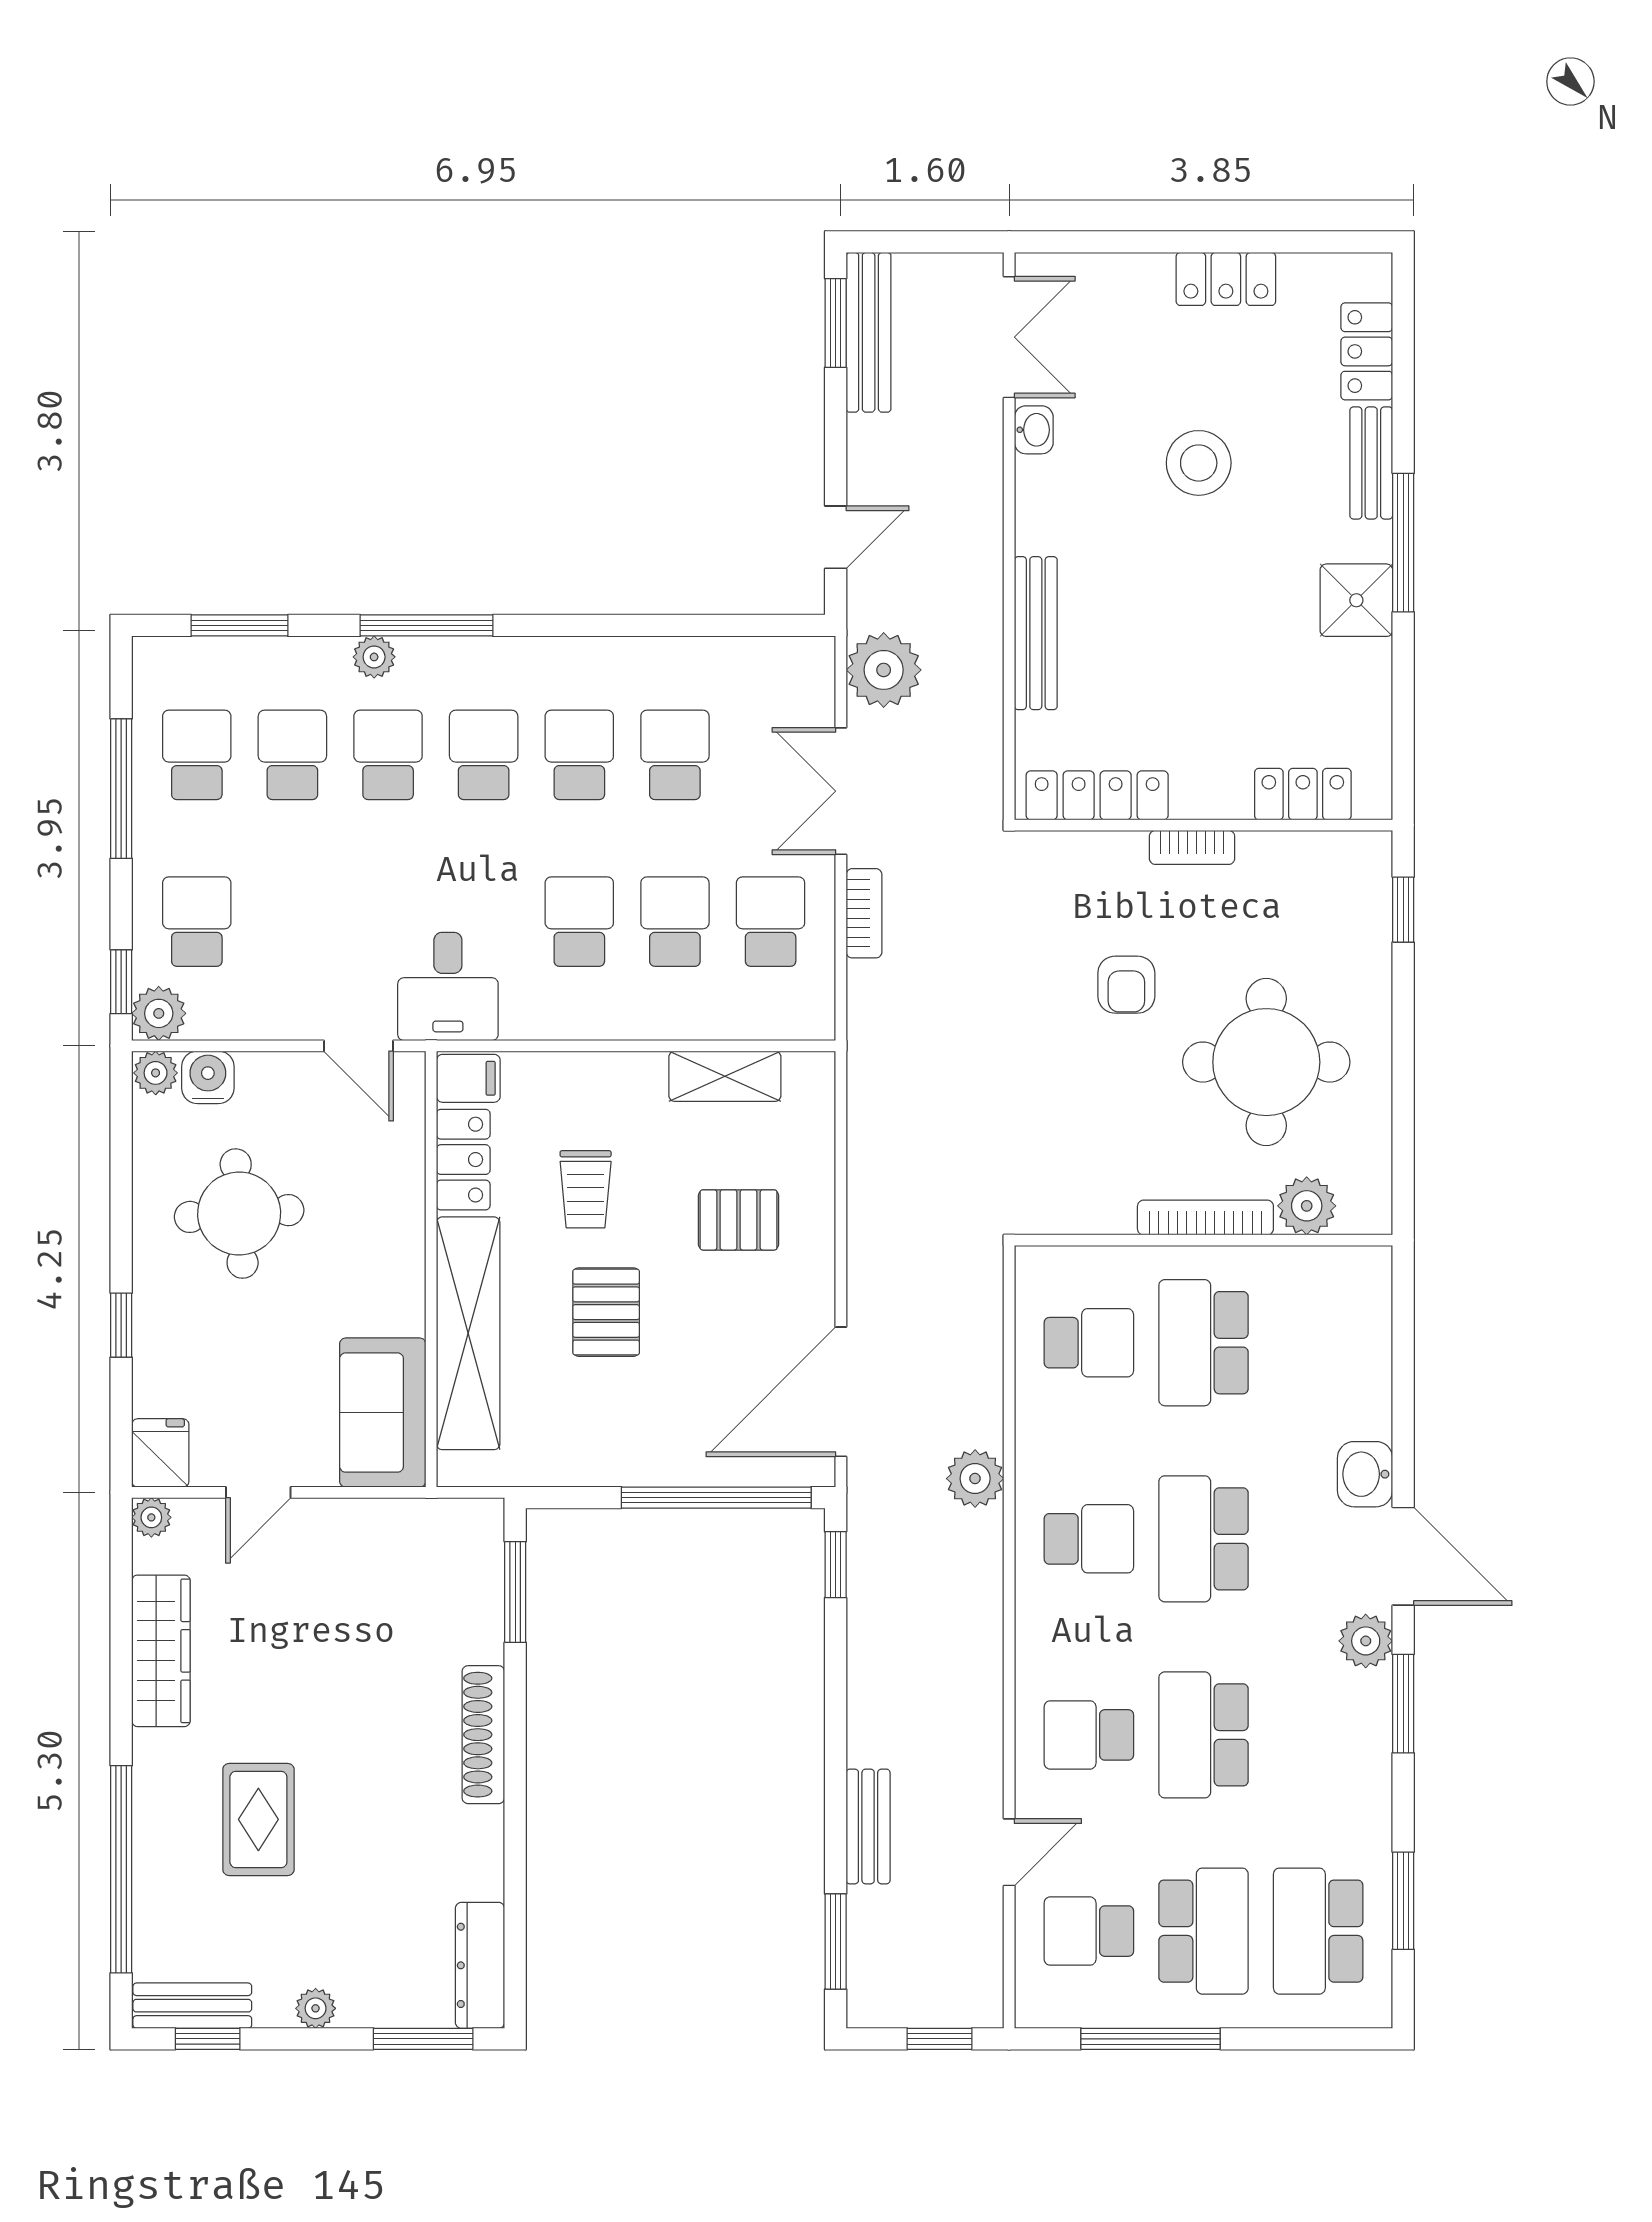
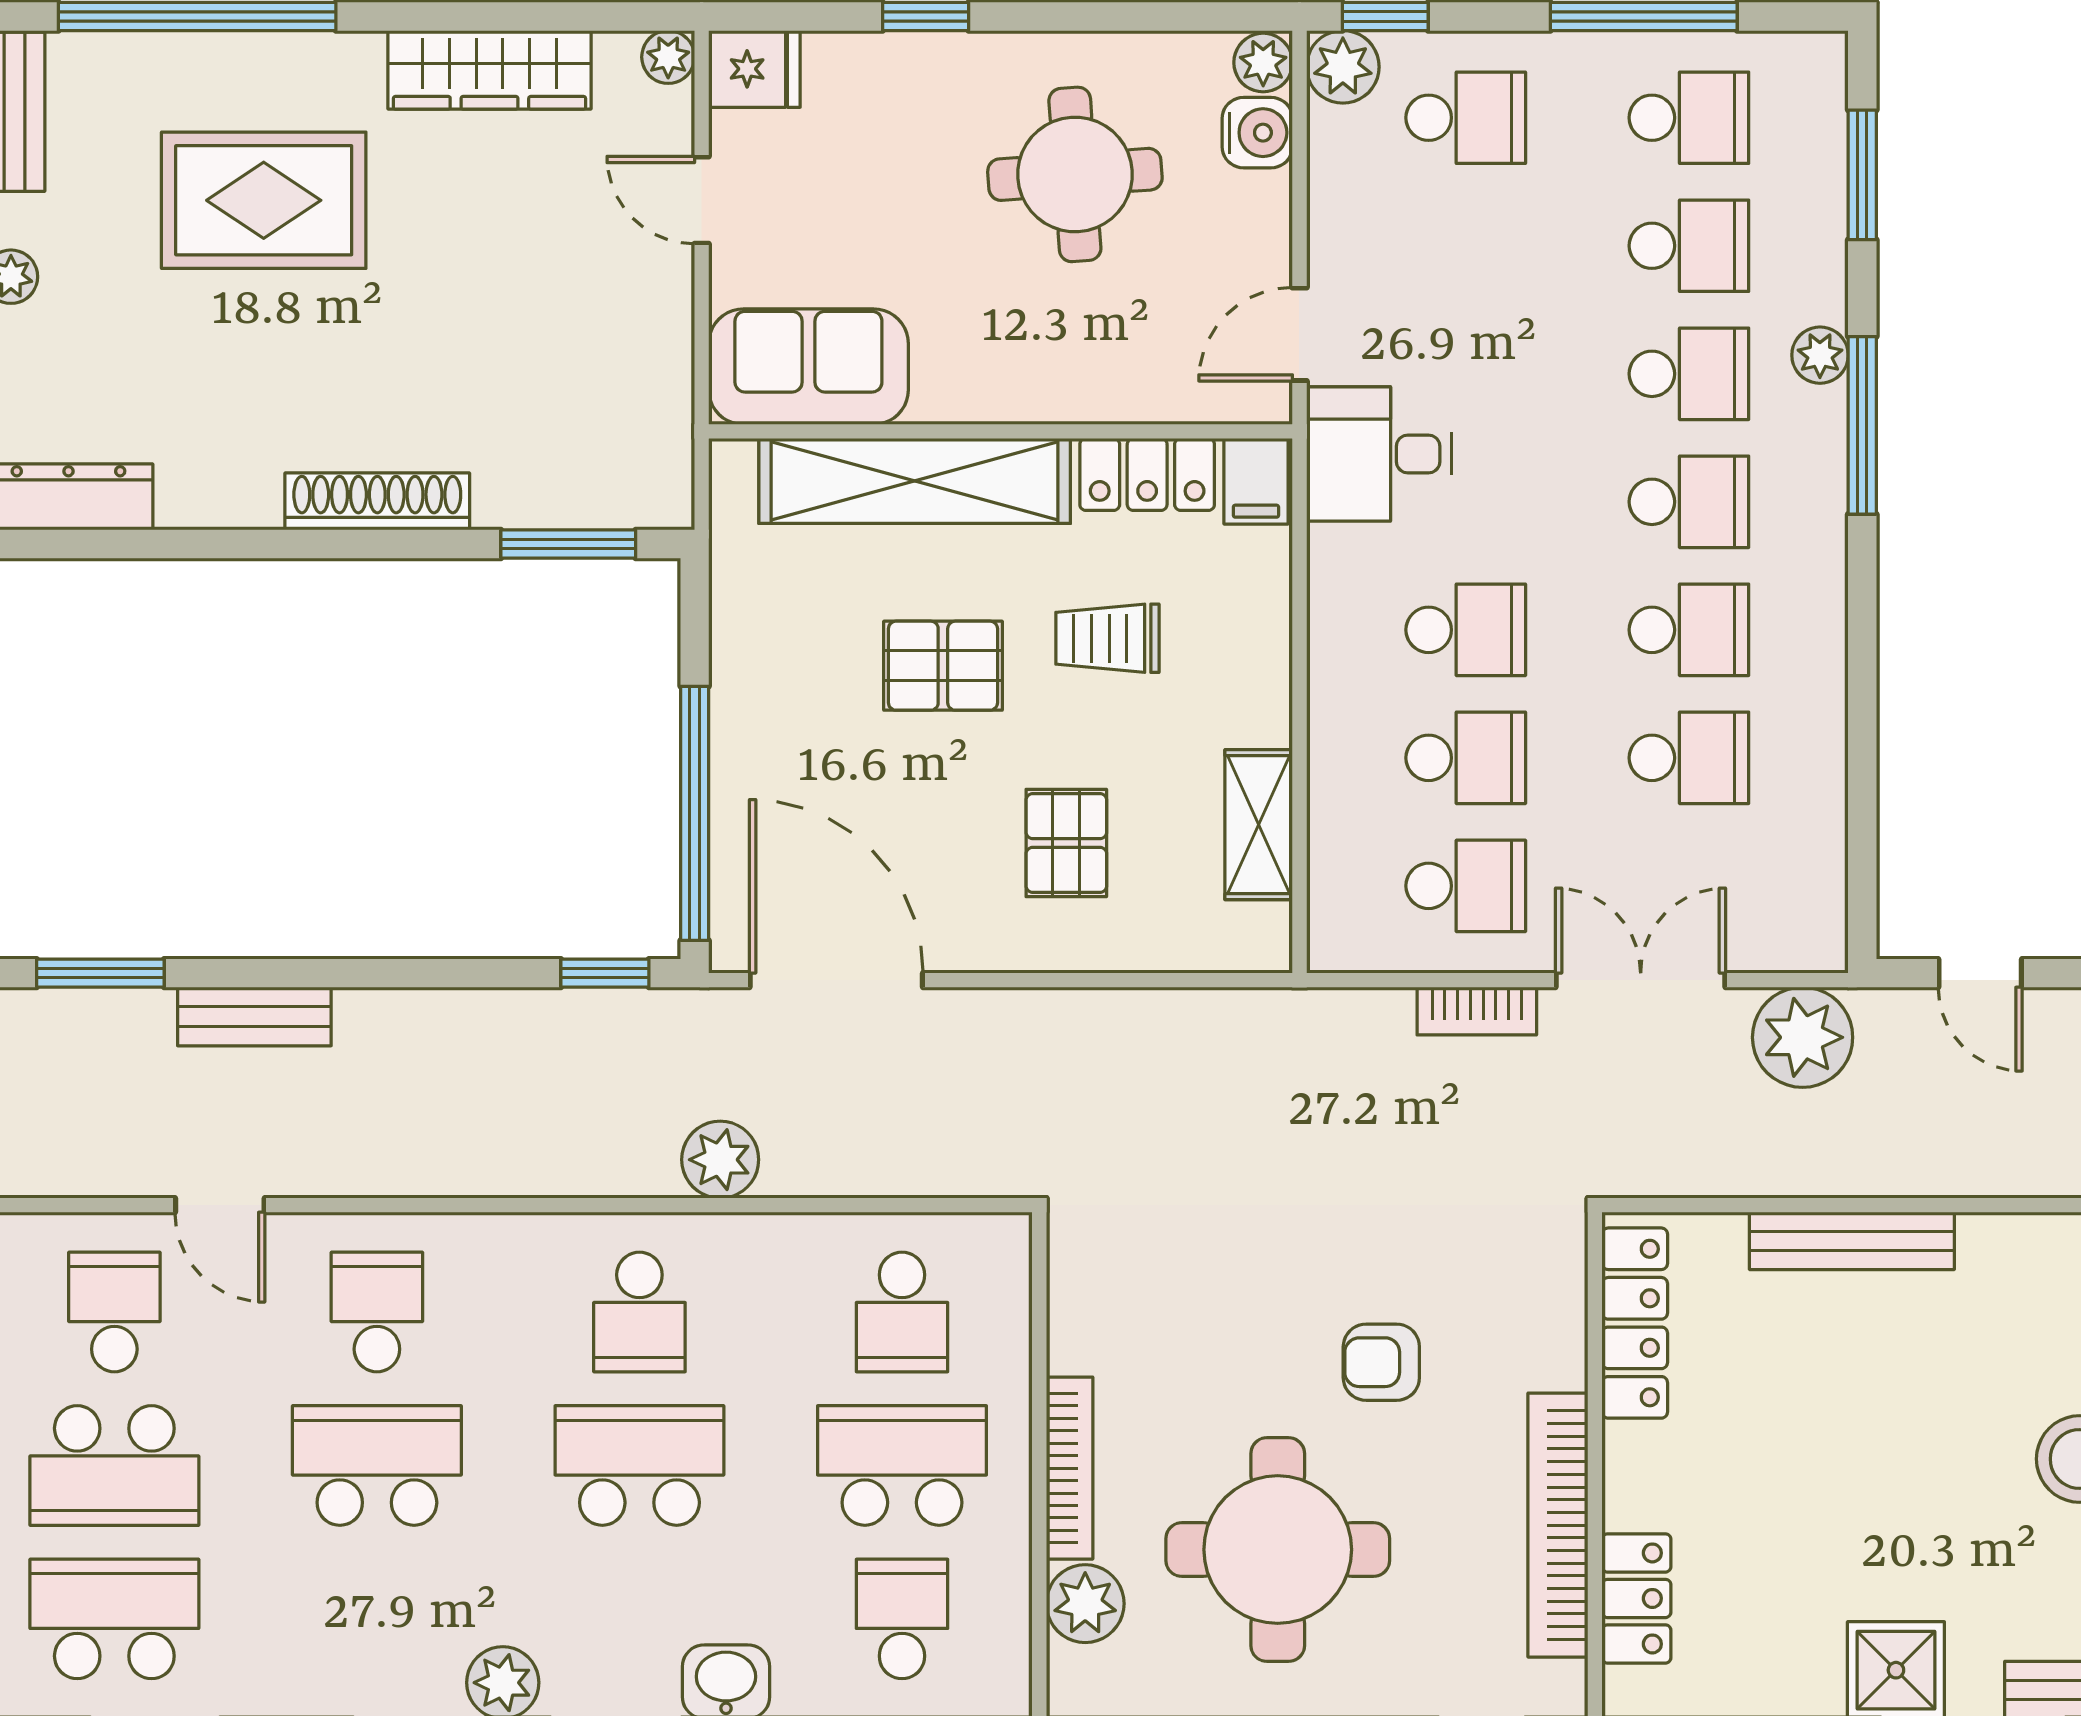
bookcase: (1192, 847) -> (1558, 1525), width x2.31, depth x1.31
school desk: (1318, 1343) -> (902, 1619), added
rug: (258, 1819) -> (264, 200), width x1.36, depth x1.43

